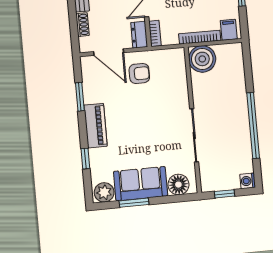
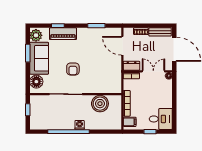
door: (109, 52) -> (122, 46), hinge flipped
boiler: (202, 59) -> (100, 104), moved
armchair: (139, 73) -> (73, 69), moved
piano: (96, 126) -> (63, 34), moved
washing machine: (248, 181) -> (80, 125), moved

